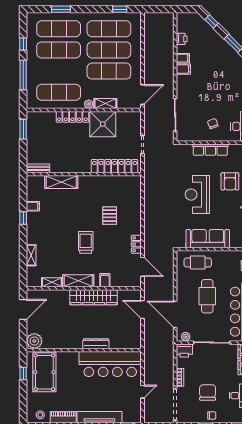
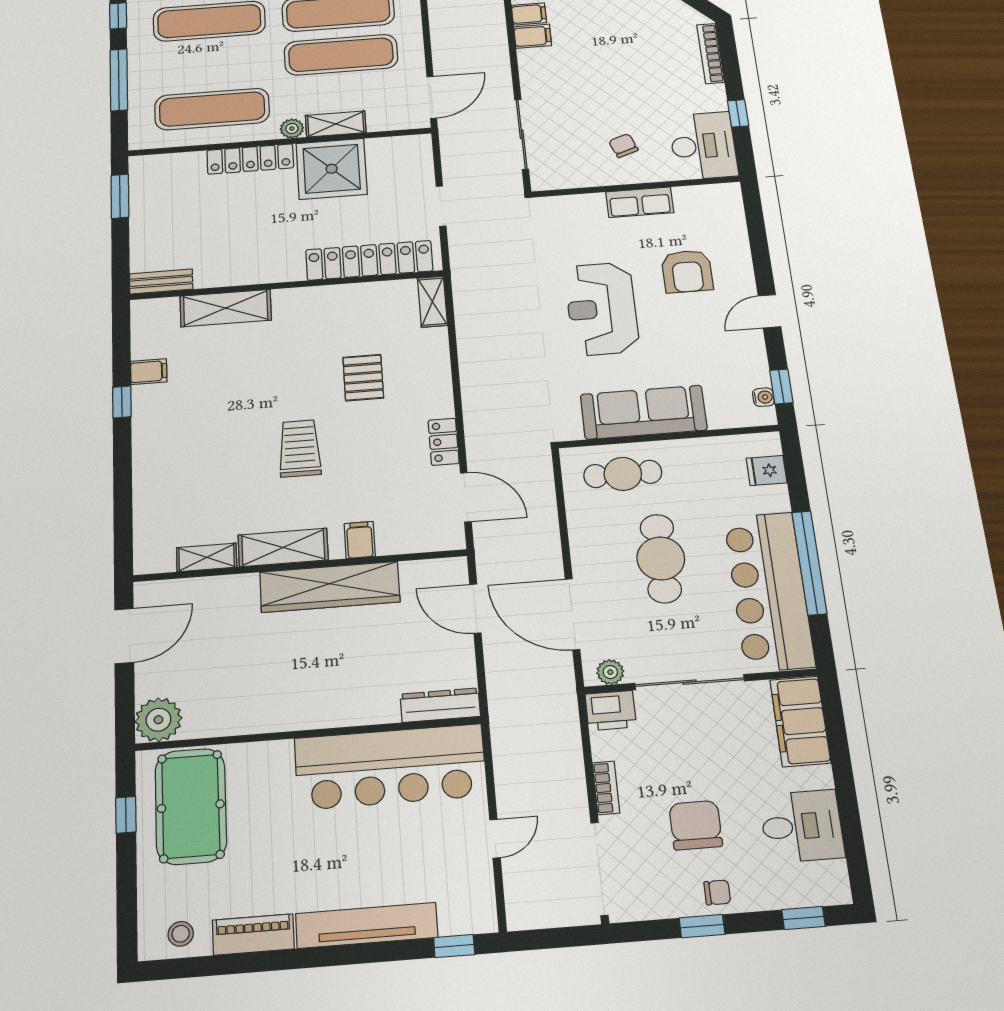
row of seats: (210, 150) -> (640, 202), width x0.68
shelving: (31, 255) -> (432, 302), moved
dresser: (96, 344) -> (440, 705), moved

